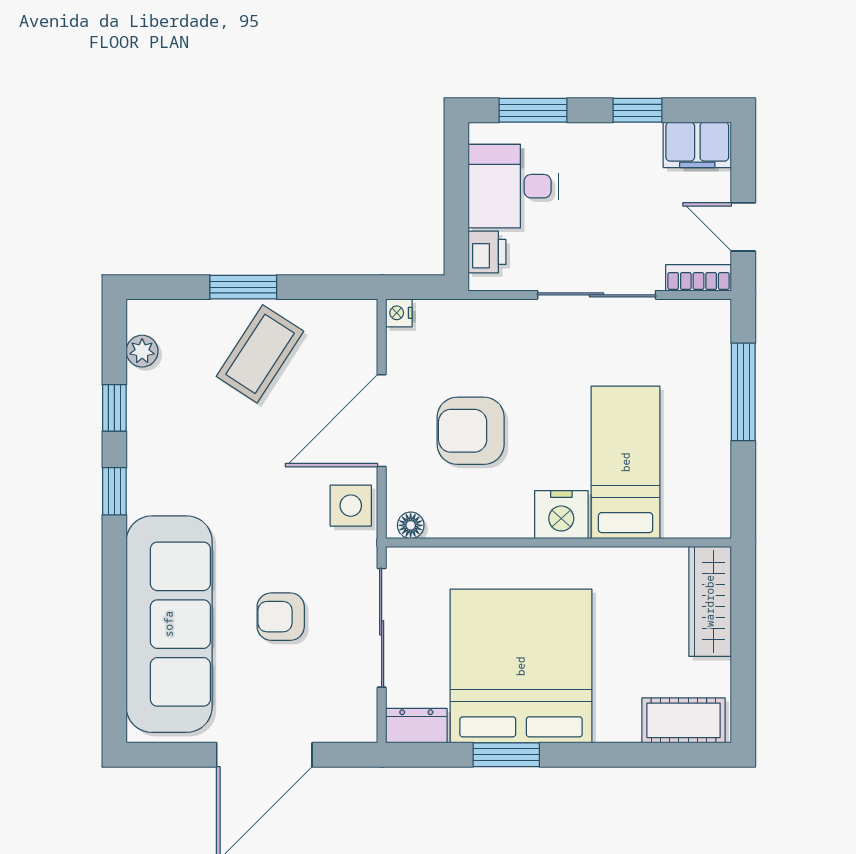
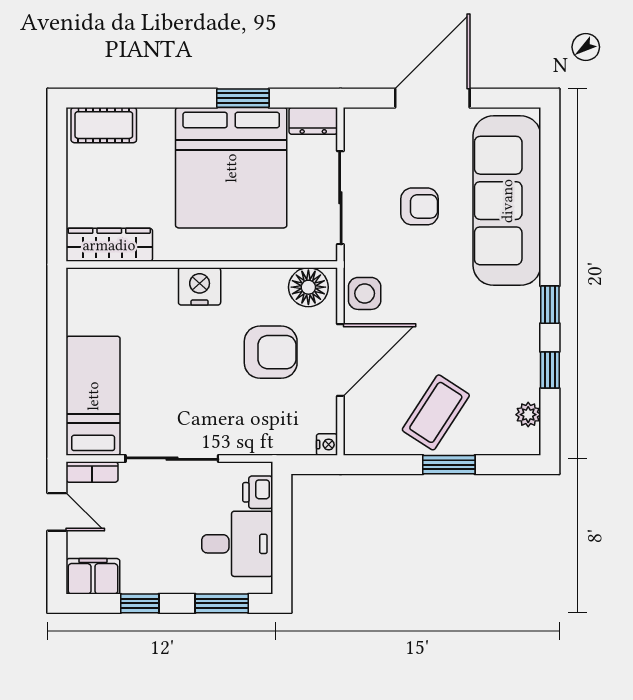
window: (743, 392) -> (57, 383), removed
bed: (626, 462) -> (93, 396), moved, turned 180
floor lamp: (411, 525) -> (308, 287), width x1.89, depth x1.89
wardrobe: (710, 601) -> (109, 245), moved, turned -90

